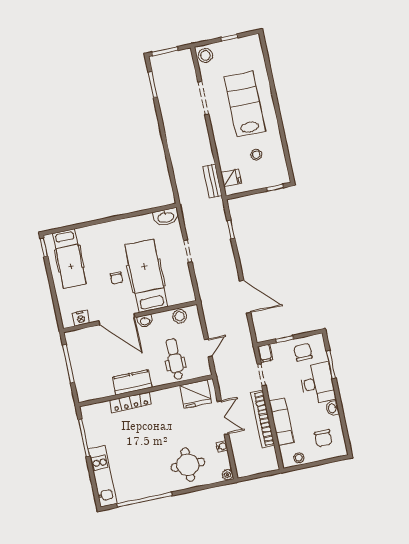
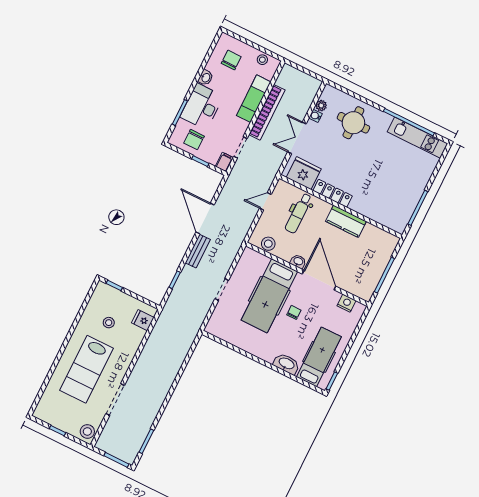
bench: (213, 181) -> (198, 251), moved
washbasin: (166, 217) -> (286, 364), moved
locker: (130, 402) -> (333, 193), moved
plant: (227, 475) -> (321, 106), moved
kitchen unit: (103, 476) -> (417, 138), moved, turned -90

